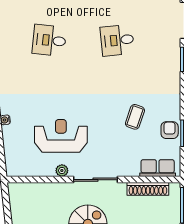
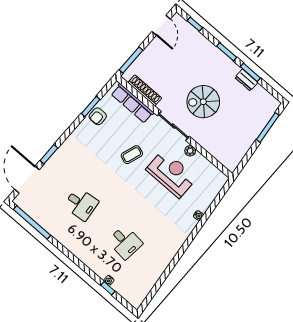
coffee table: (135, 117) -> (132, 155), moved
reception desk: (61, 136) -> (171, 174), turned 180
row of seats: (158, 168) -> (132, 103), width x1.48

